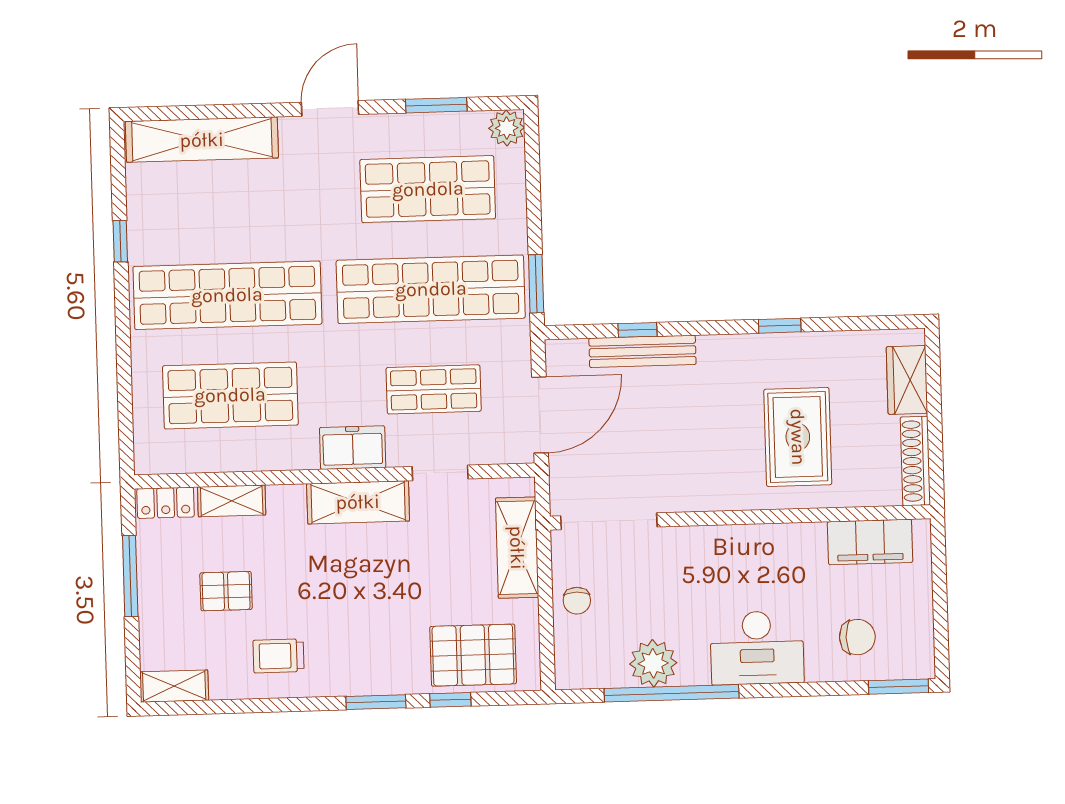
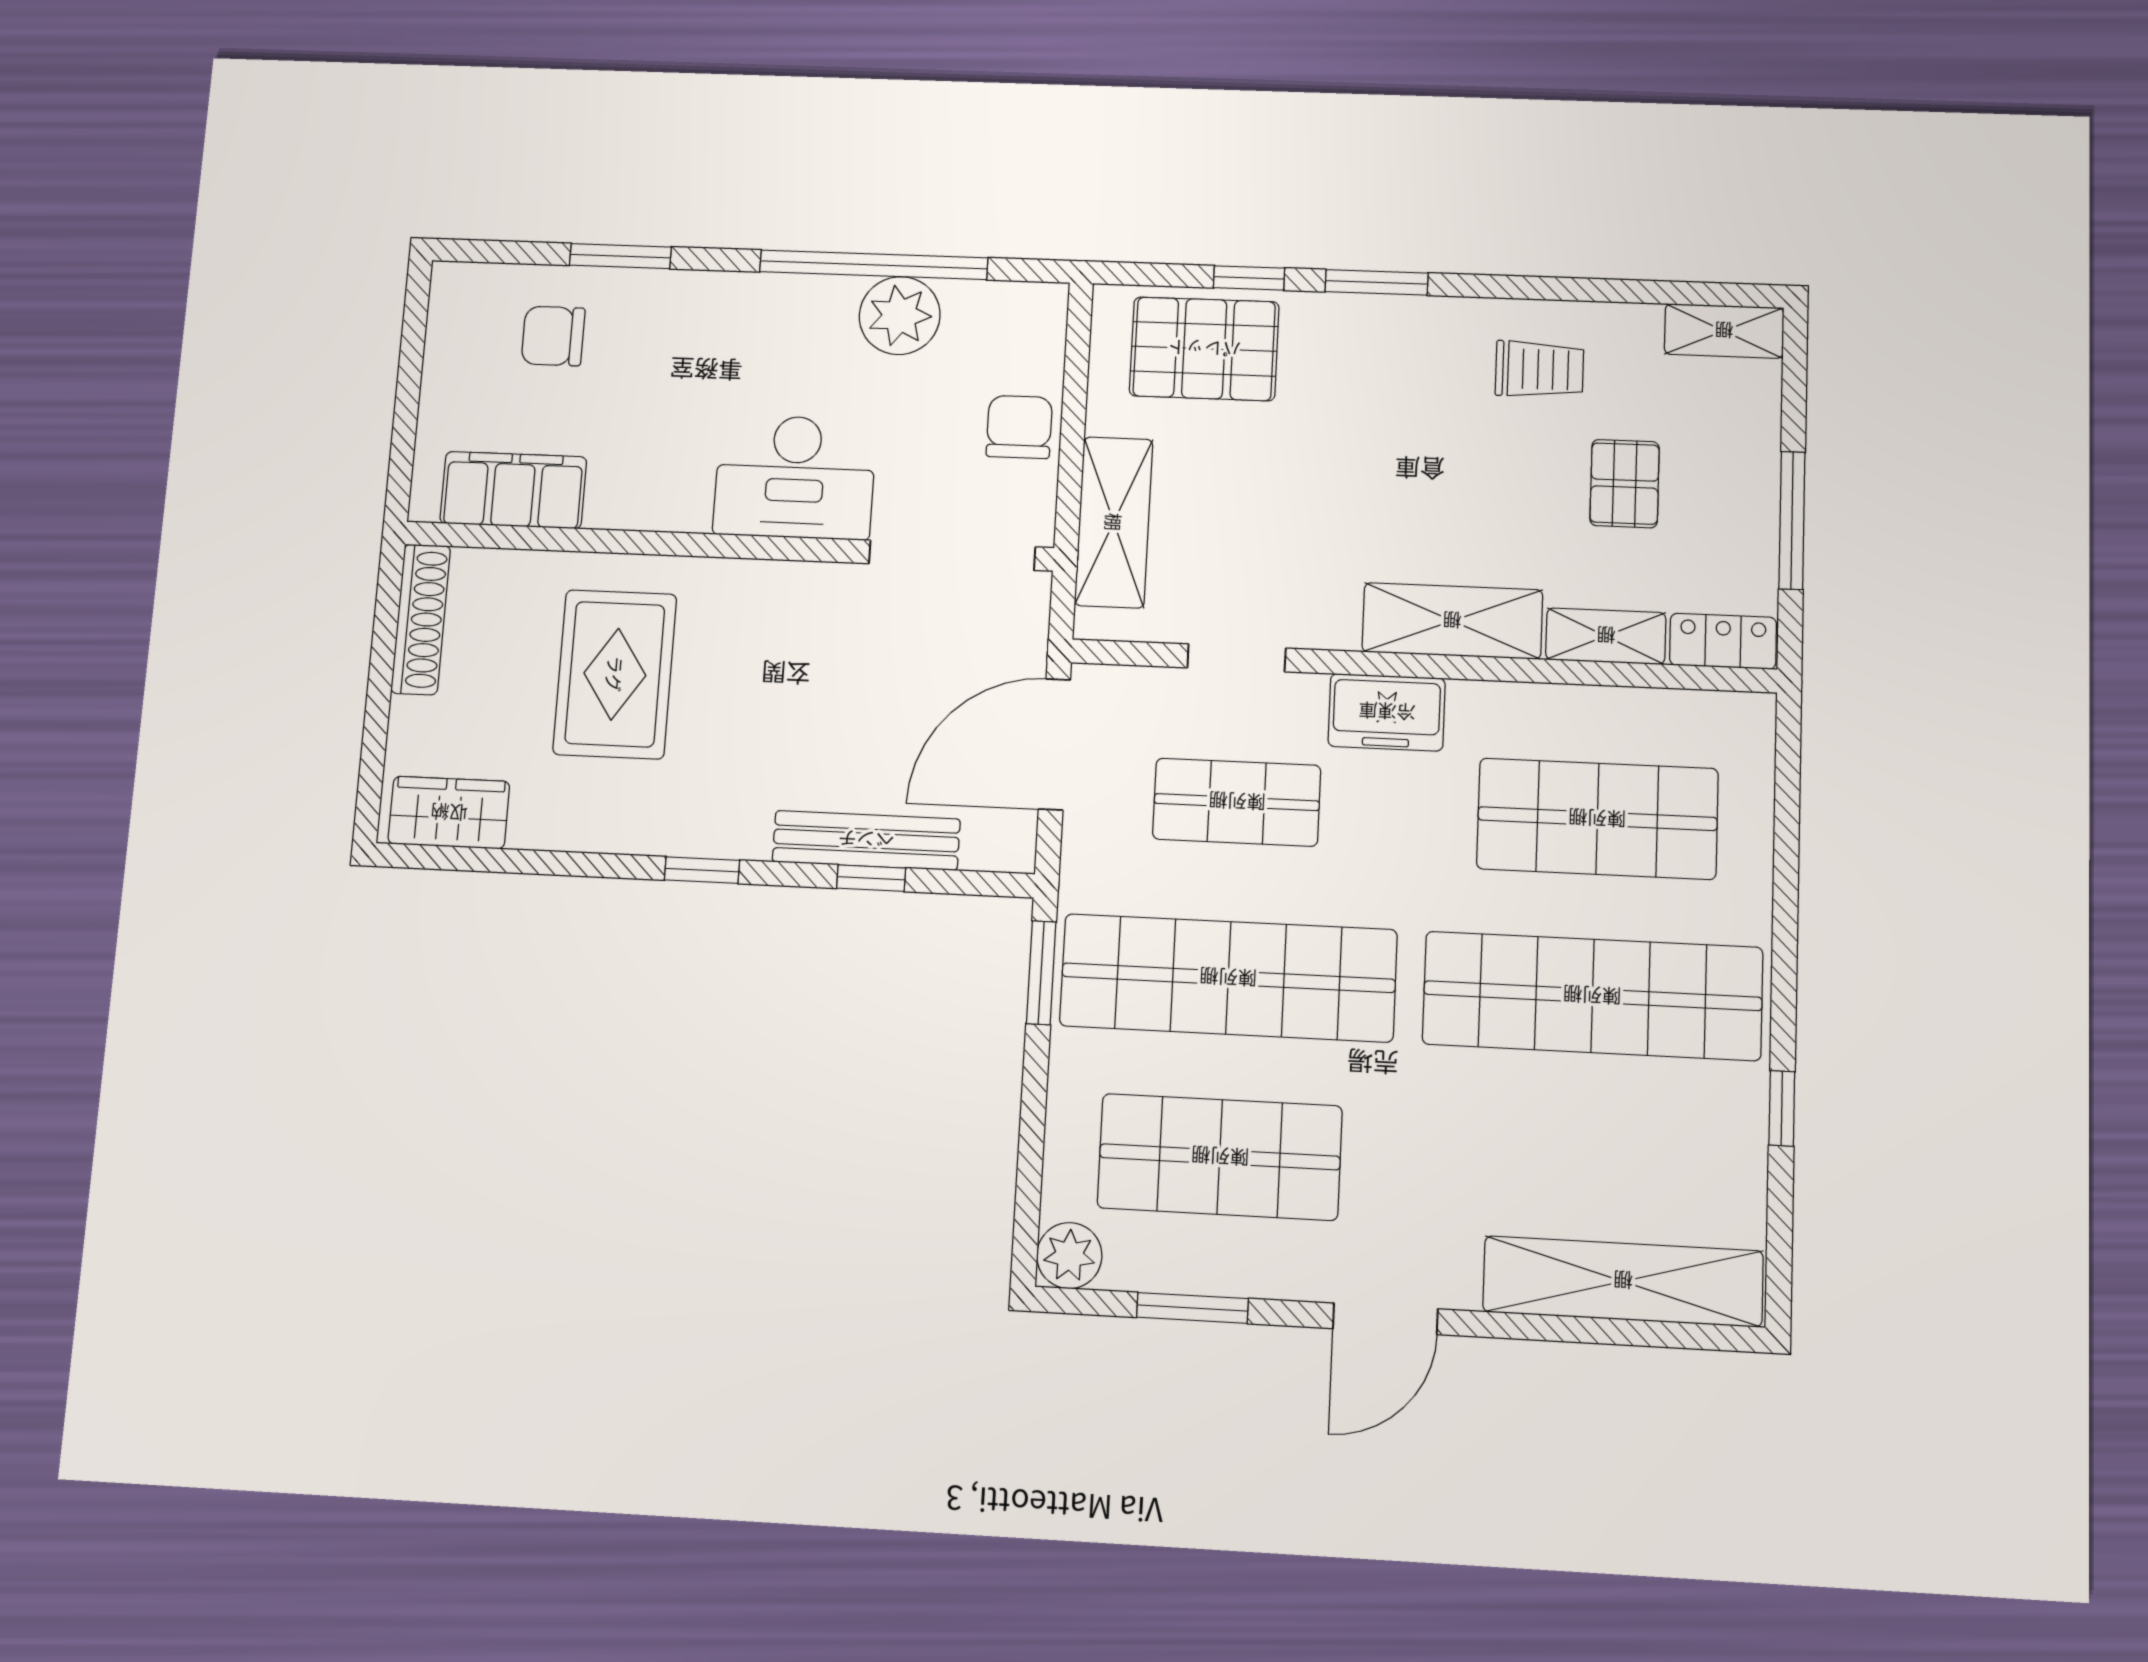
window: (780, 326) -> (702, 870), moved
wardrobe: (907, 380) -> (449, 813), moved, turned -90
shelving: (358, 502) -> (1452, 621), moved
pallet: (226, 591) -> (1625, 484), turned 90
chair: (577, 601) -> (1019, 427), width x1.37, depth x1.37
desk: (757, 648) -> (795, 477), moved, turned 180
window: (898, 687) -> (620, 256), moved

